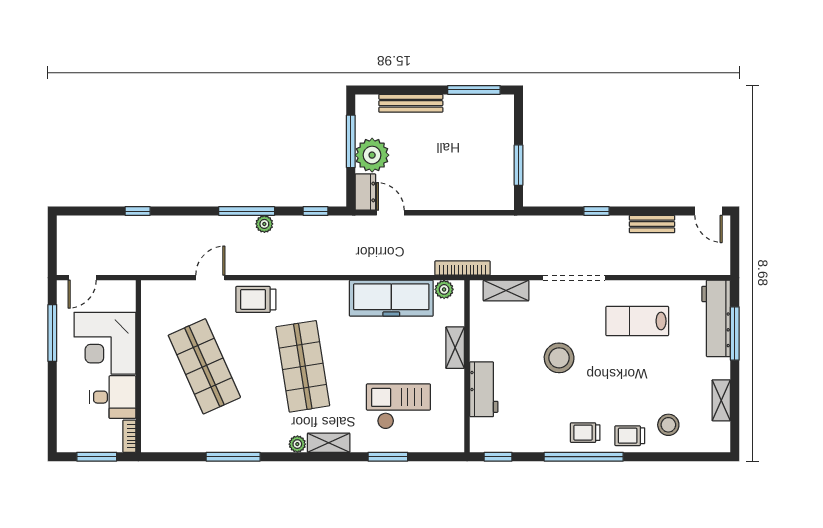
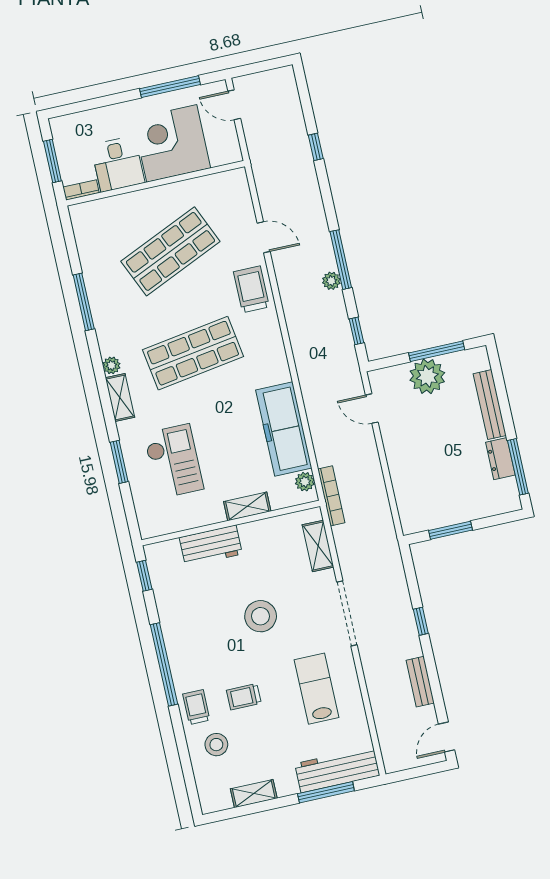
dresser: (365, 192) -> (500, 459), moved, turned 90
door: (390, 213) -> (372, 409), swing flipped
trolley: (585, 433) -> (244, 697), moved, turned -90

